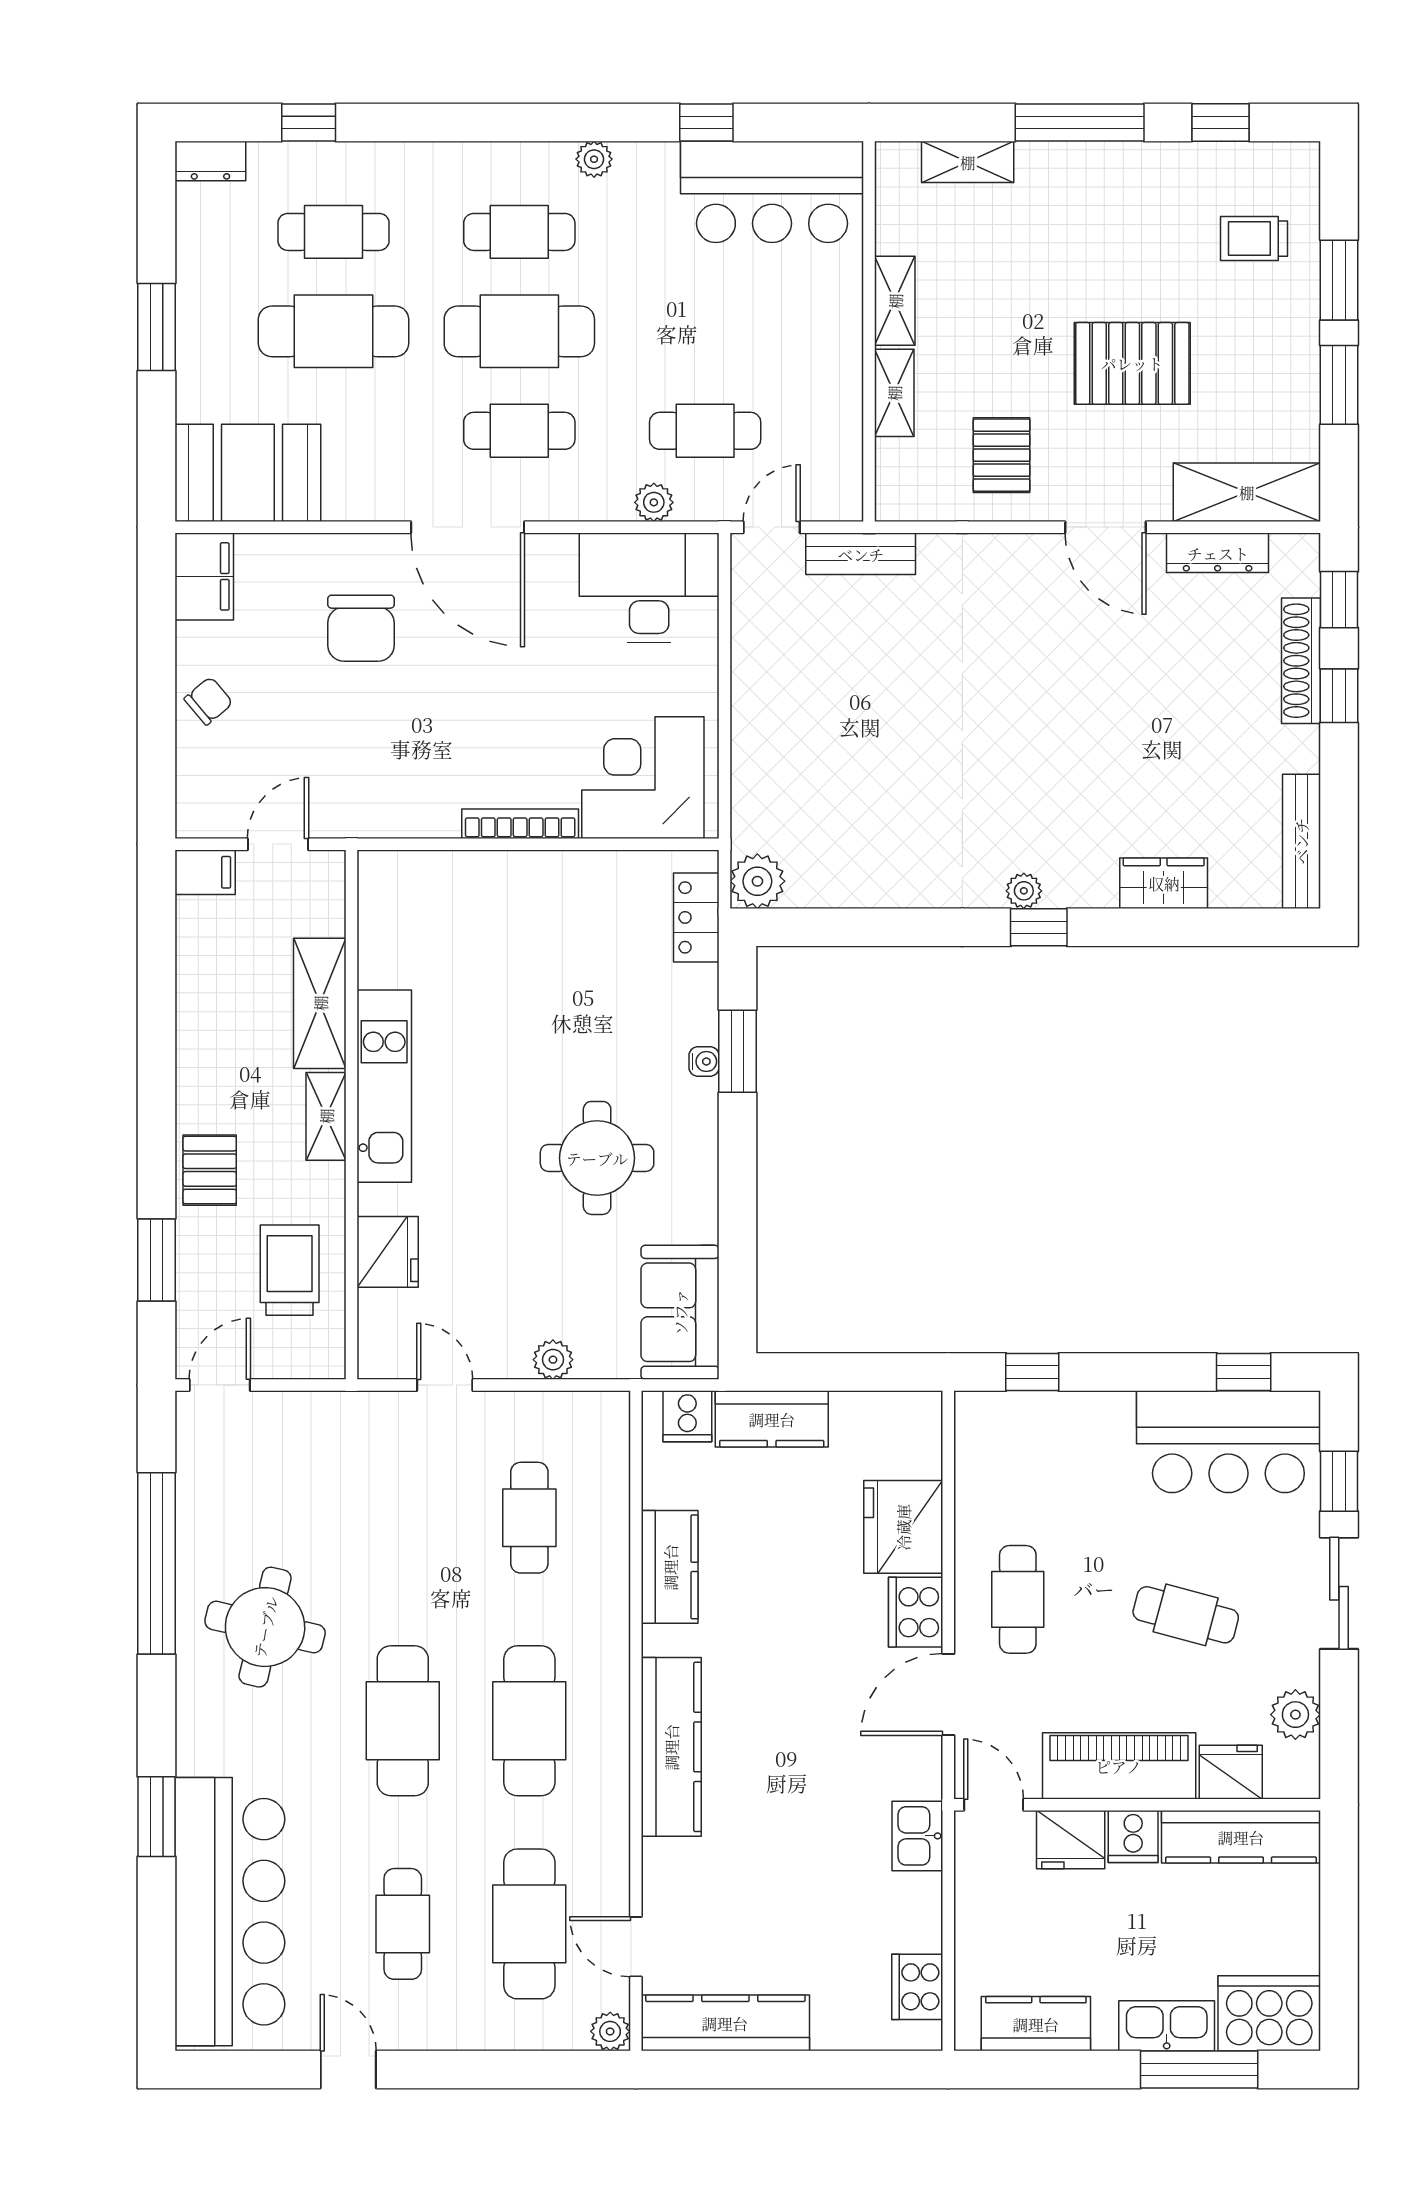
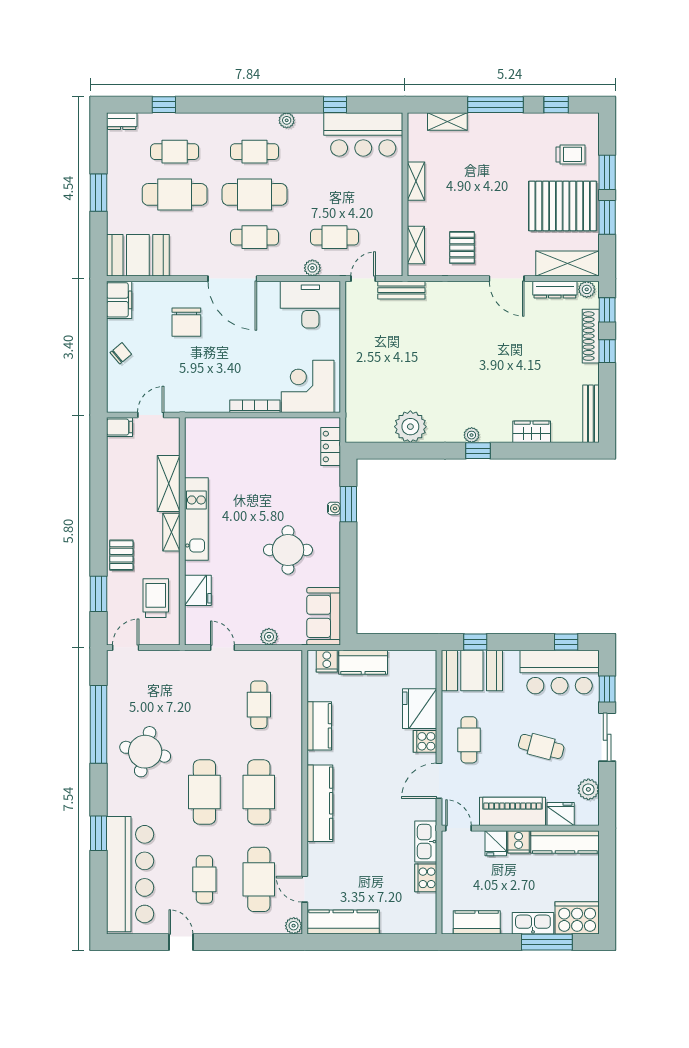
trolley: (1254, 239) -> (571, 154), turned 180
pallet: (1132, 363) -> (563, 206), moved, width x1.37, depth x1.41
shelving: (894, 393) -> (416, 245), moved
plant: (1292, 552) -> (587, 289), added
plant: (757, 881) -> (410, 427), moved, width x1.36, depth x1.36
booth: (1025, 1438) -> (472, 670), added
cooker: (916, 1612) -> (425, 741), width x0.73
kitchen sink: (917, 1836) -> (426, 842), width x1.38
fridge: (1071, 1840) -> (496, 843), width x0.72
cooker: (917, 1987) -> (426, 878), moved

